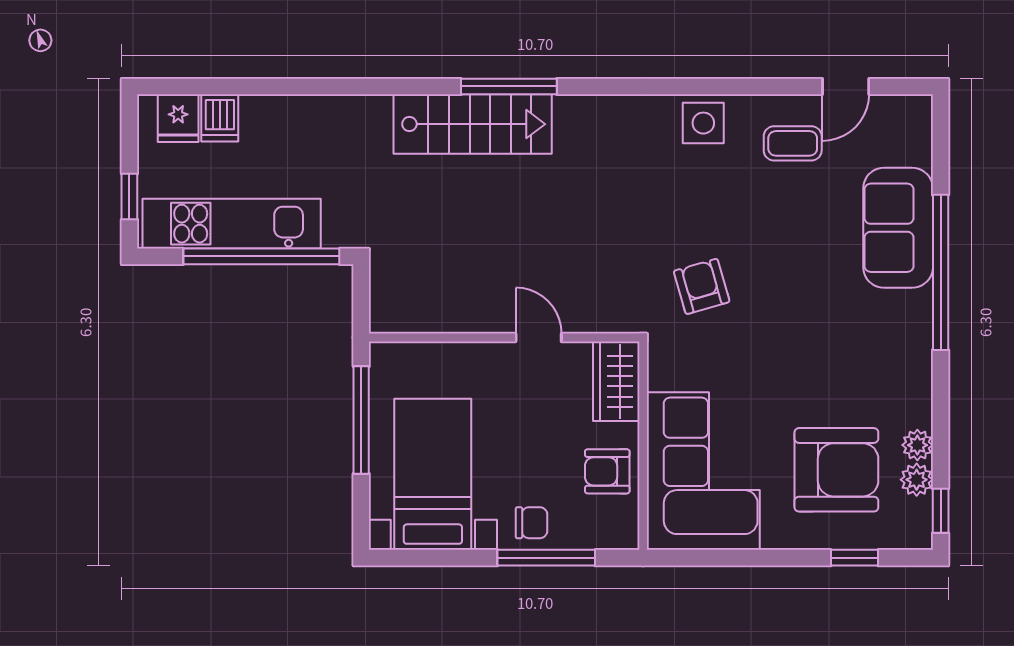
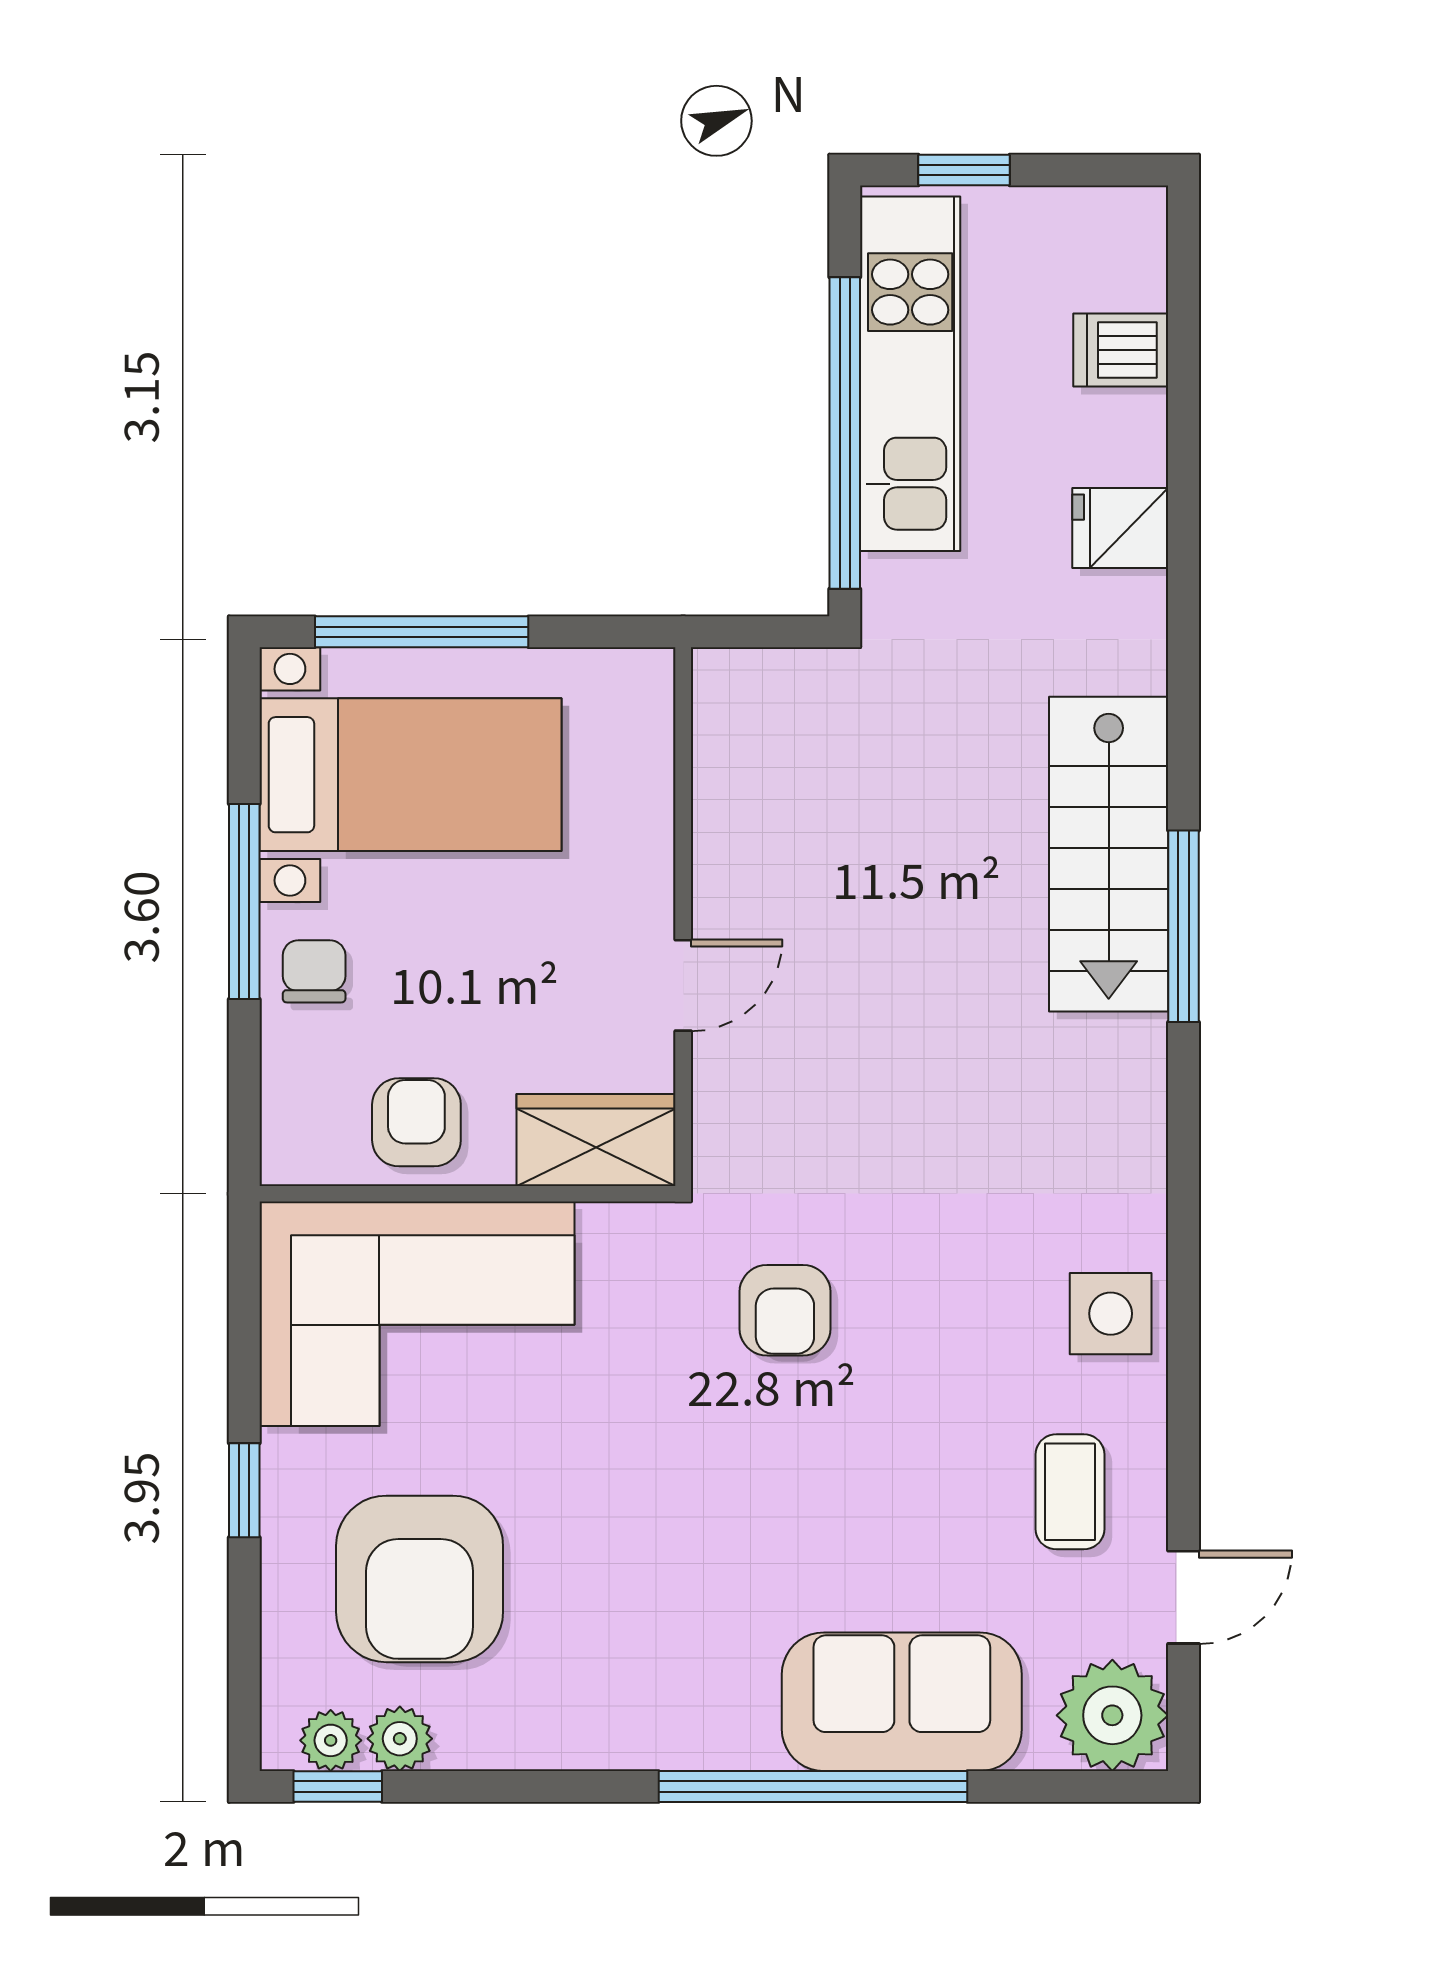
door: (846, 86) -> (1183, 1597), swing flipped
fridge: (178, 118) -> (1120, 528), moved
plant: (905, 122) -> (1112, 1715), added
armchair: (702, 286) -> (785, 1310), turned 106
window: (361, 420) -> (422, 632), moved
plant: (917, 445) -> (331, 1740), moved
chair: (532, 523) -> (314, 971), turned 180
window: (546, 558) -> (244, 901), moved
window: (855, 558) -> (244, 1490), moved

